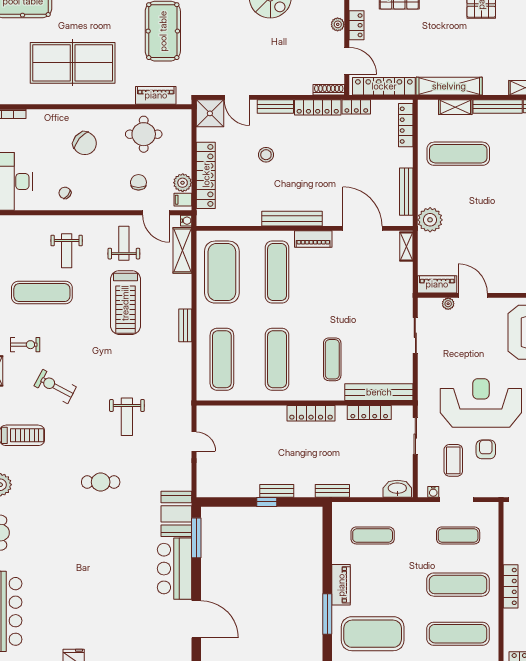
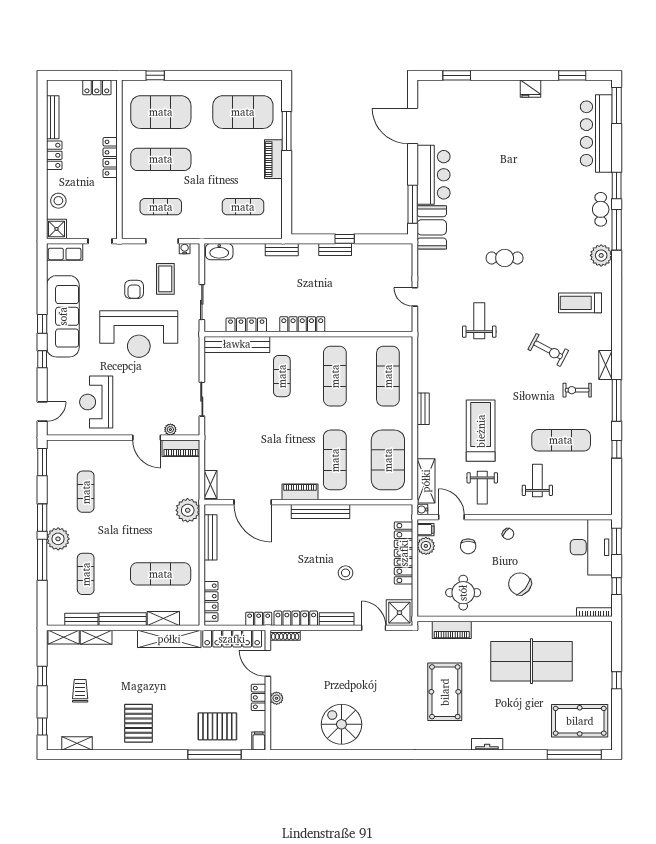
chair: (65, 193) -> (508, 534), moved
exercise mat: (458, 634) -> (161, 112), width x1.47

